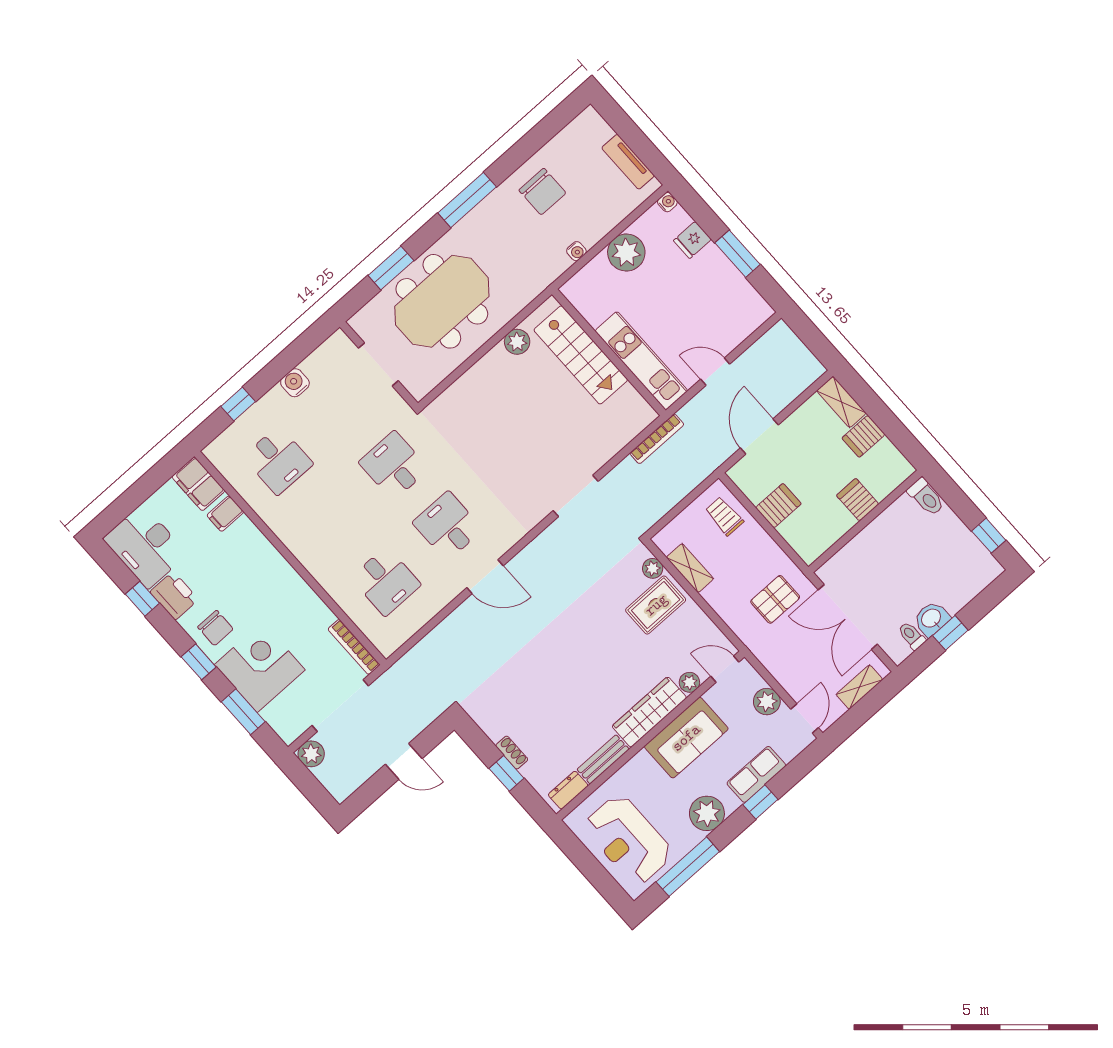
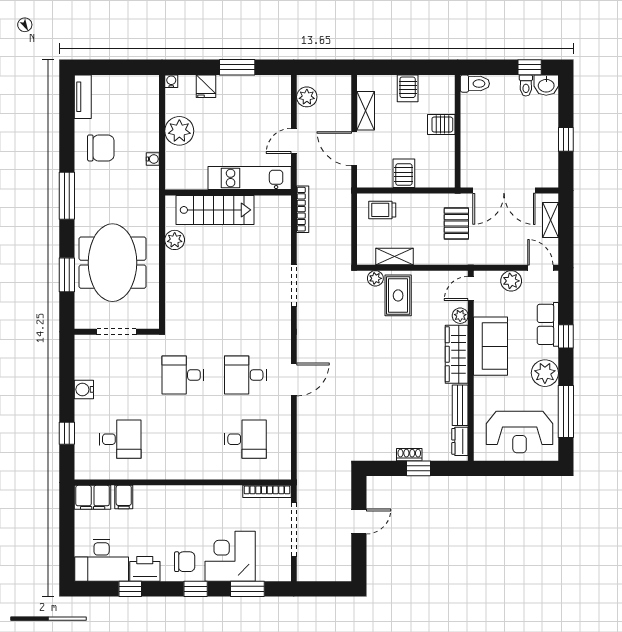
tv unit: (628, 162) -> (83, 97), moved, turned -90
shelving: (841, 402) -> (366, 111), moved, turned 90
washbasin: (932, 619) -> (546, 85), moved, turned -90
toilet: (912, 636) -> (526, 85), moved, turned -90
plant: (311, 754) -> (307, 97), moved

